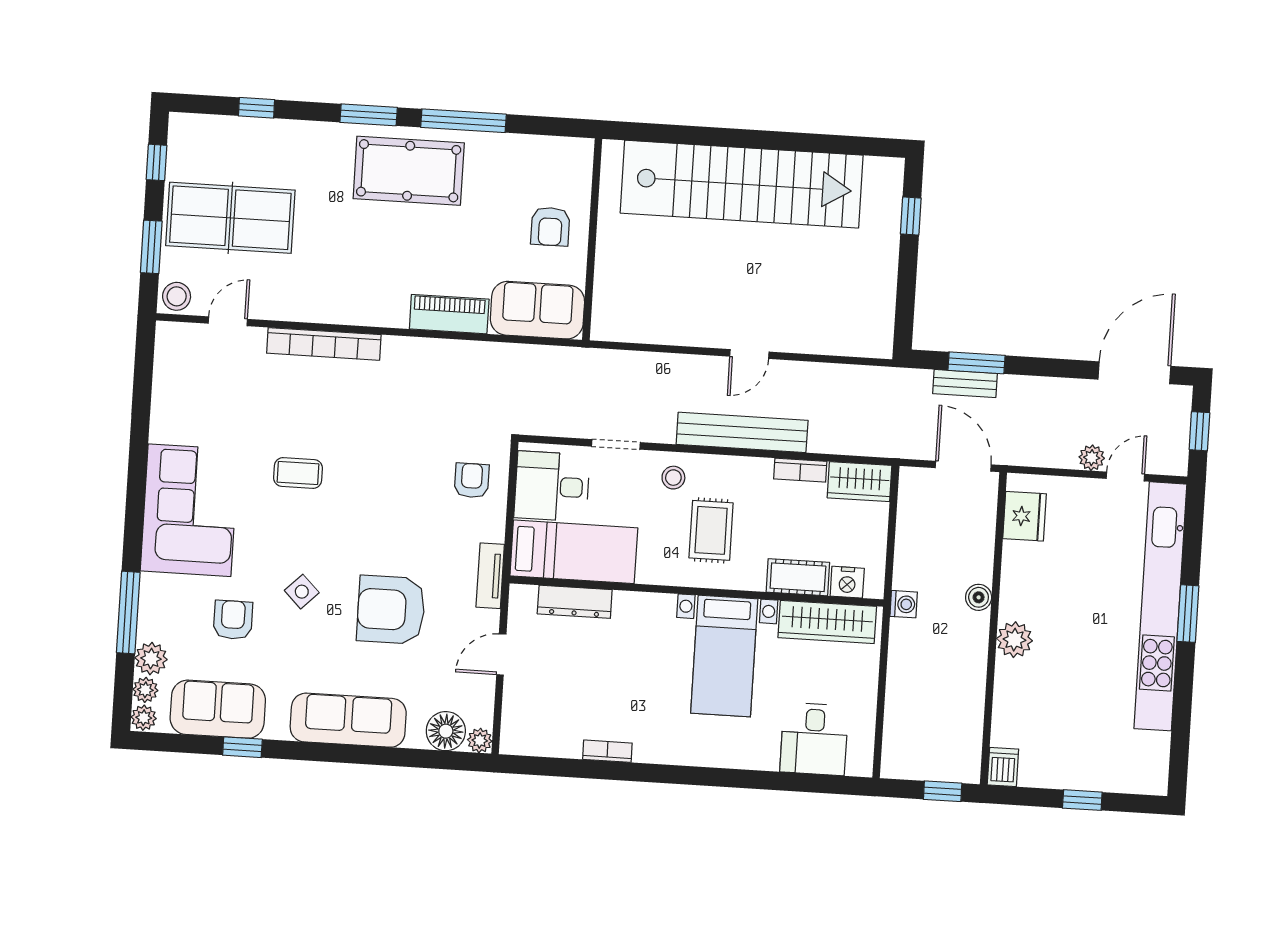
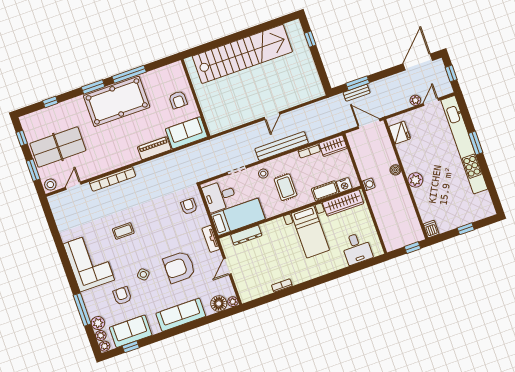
pool table: (409, 171) -> (117, 101), width x1.36, depth x1.32
window: (242, 747) -> (131, 347), moved

